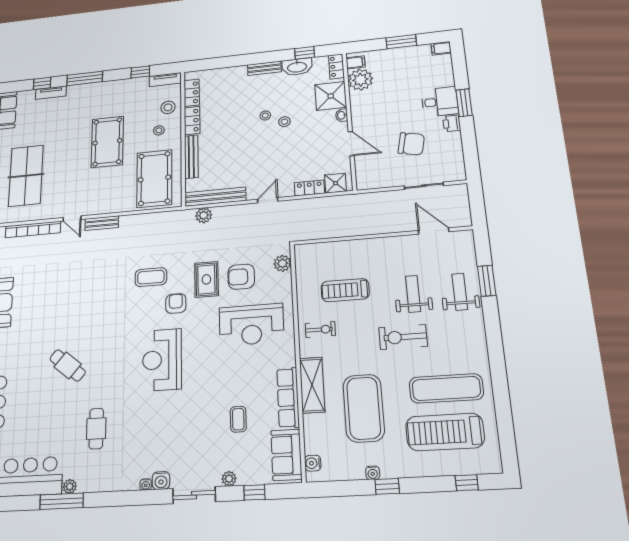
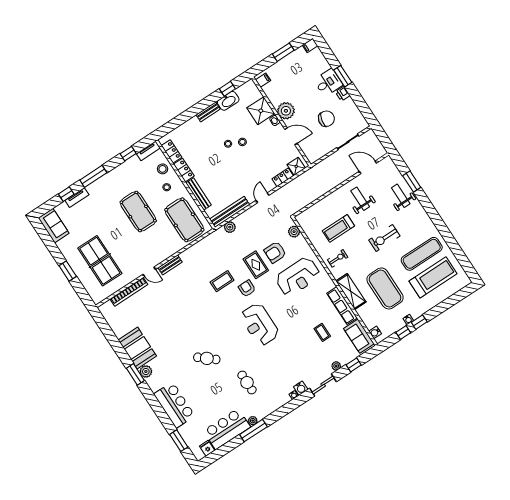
locker: (336, 66) -> (253, 89), removed
plant: (360, 80) -> (286, 111), moved
weight bench: (413, 294) -> (360, 199), moved
treadmill: (445, 432) -> (433, 277), turned 180
window: (467, 483) -> (403, 333), moved

